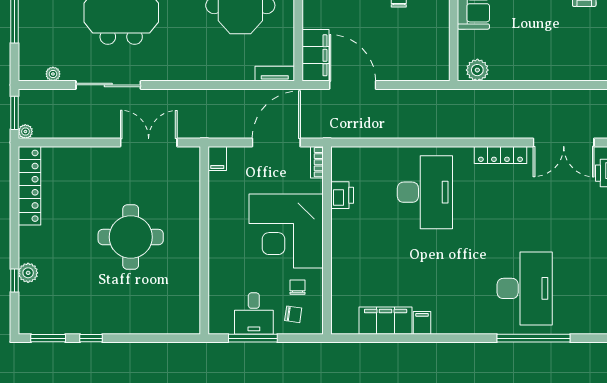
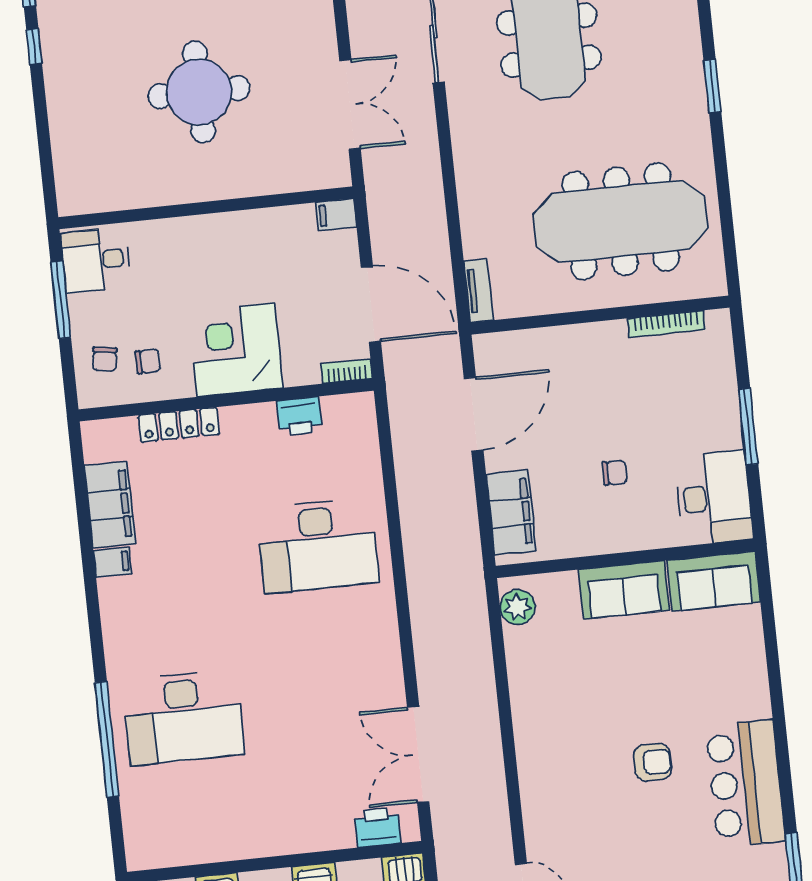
filing cabinet: (316, 55) -> (511, 513), moved, turned -90
locker: (500, 155) -> (179, 425), moved, turned -90
corner desk: (286, 231) -> (236, 350), width x0.74, depth x0.74
desk: (254, 313) -> (96, 260), moved

